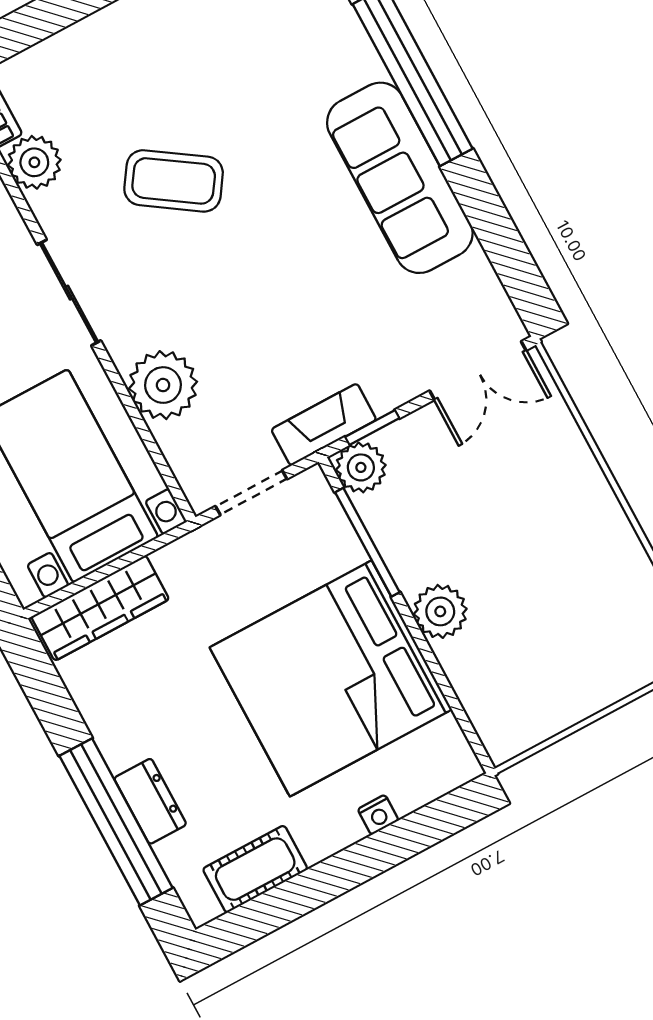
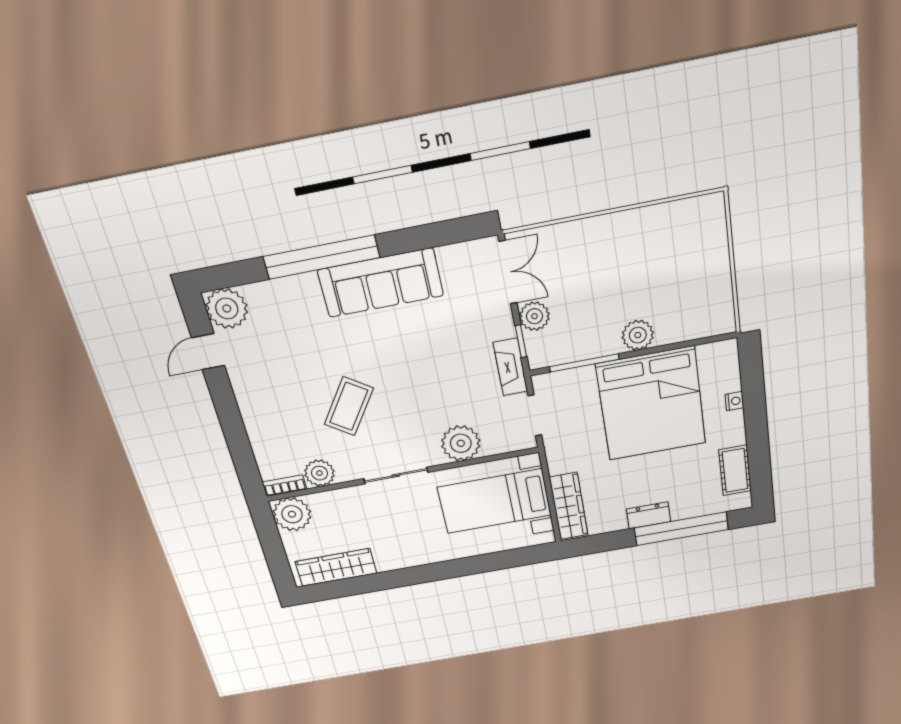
plant: (361, 467) -> (534, 316), moved
dresser: (150, 801) -> (649, 515), moved

